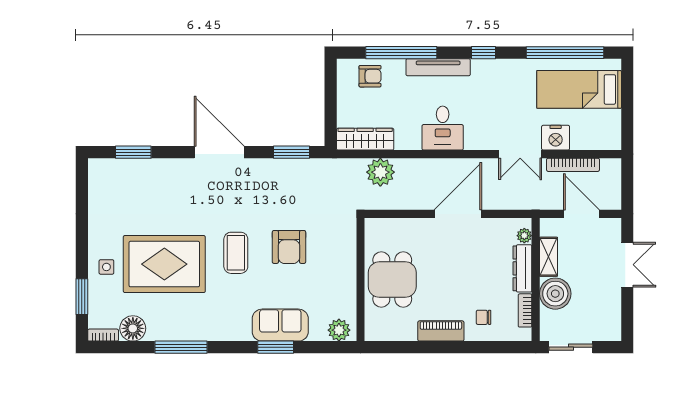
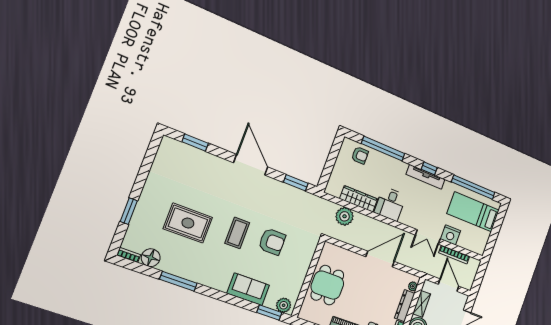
tv unit: (438, 67) -> (426, 177), moved
wardrobe: (365, 139) -> (359, 199), moved
armchair: (289, 247) -> (272, 242), turned -90
rug: (164, 264) -> (188, 223), width x0.73, depth x0.69
side table: (106, 267) -> (148, 211), removed
window: (82, 297) -> (129, 211), moved
window: (276, 347) -> (269, 312), moved

